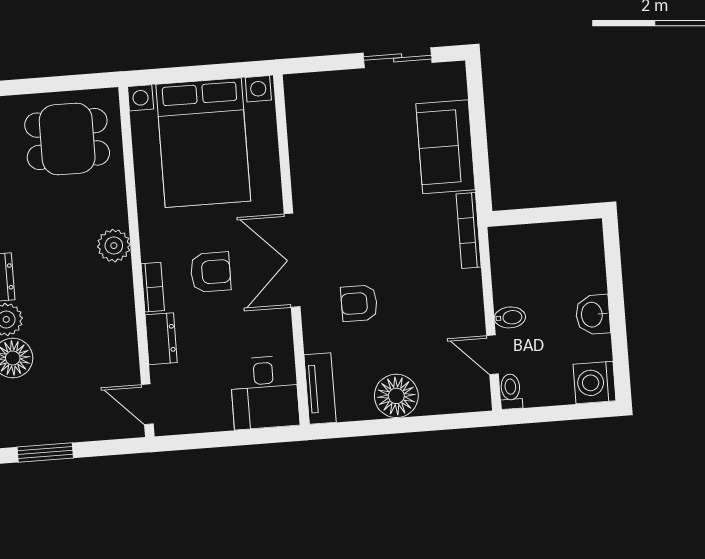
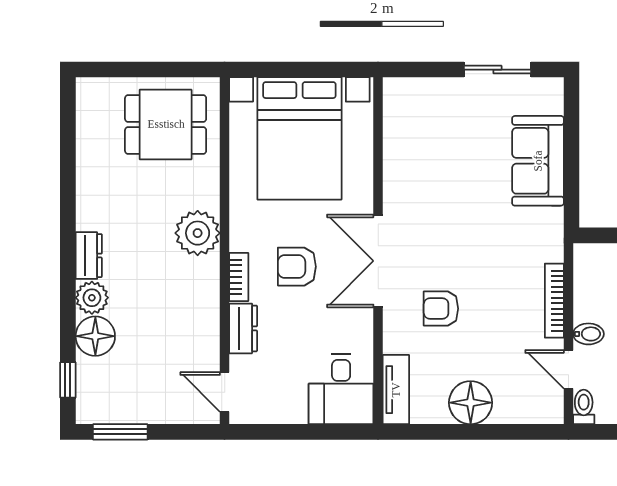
bookcase: (469, 230) -> (554, 301), moved
plant: (114, 246) -> (198, 233), width x1.36, depth x1.36
armchair: (211, 272) -> (297, 267), turned 180

